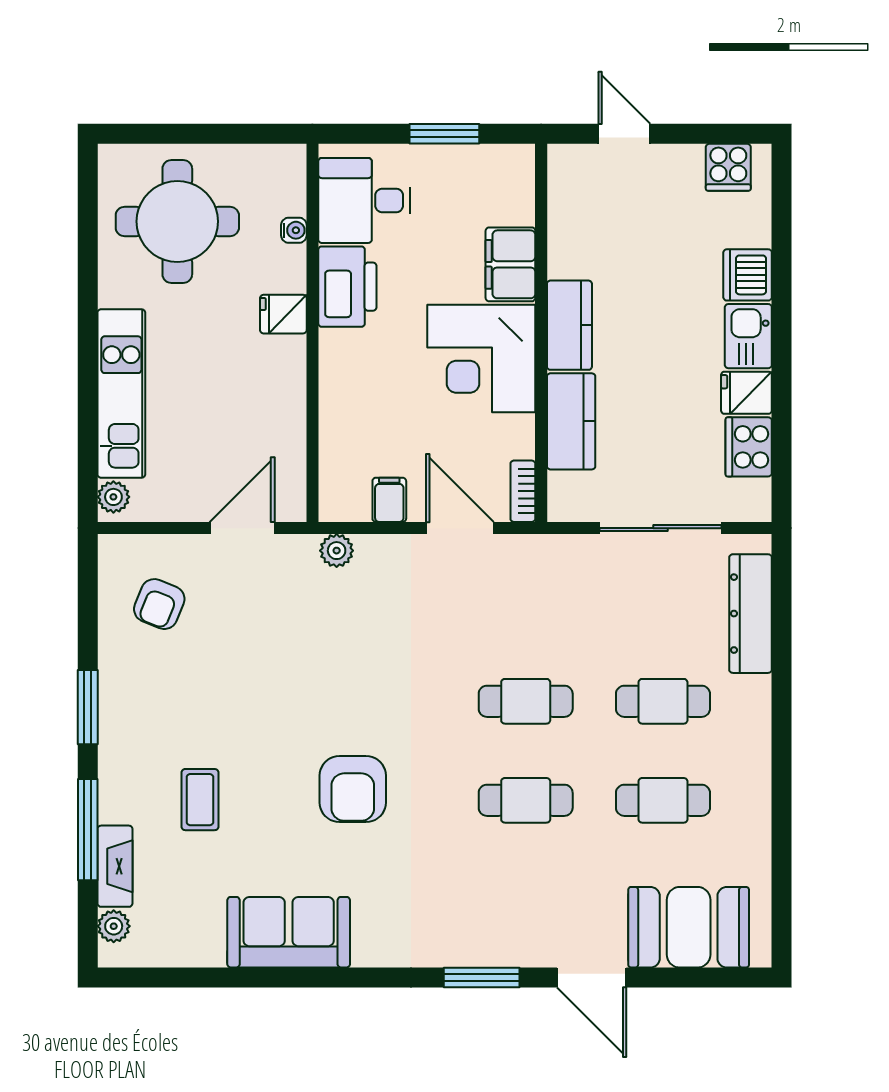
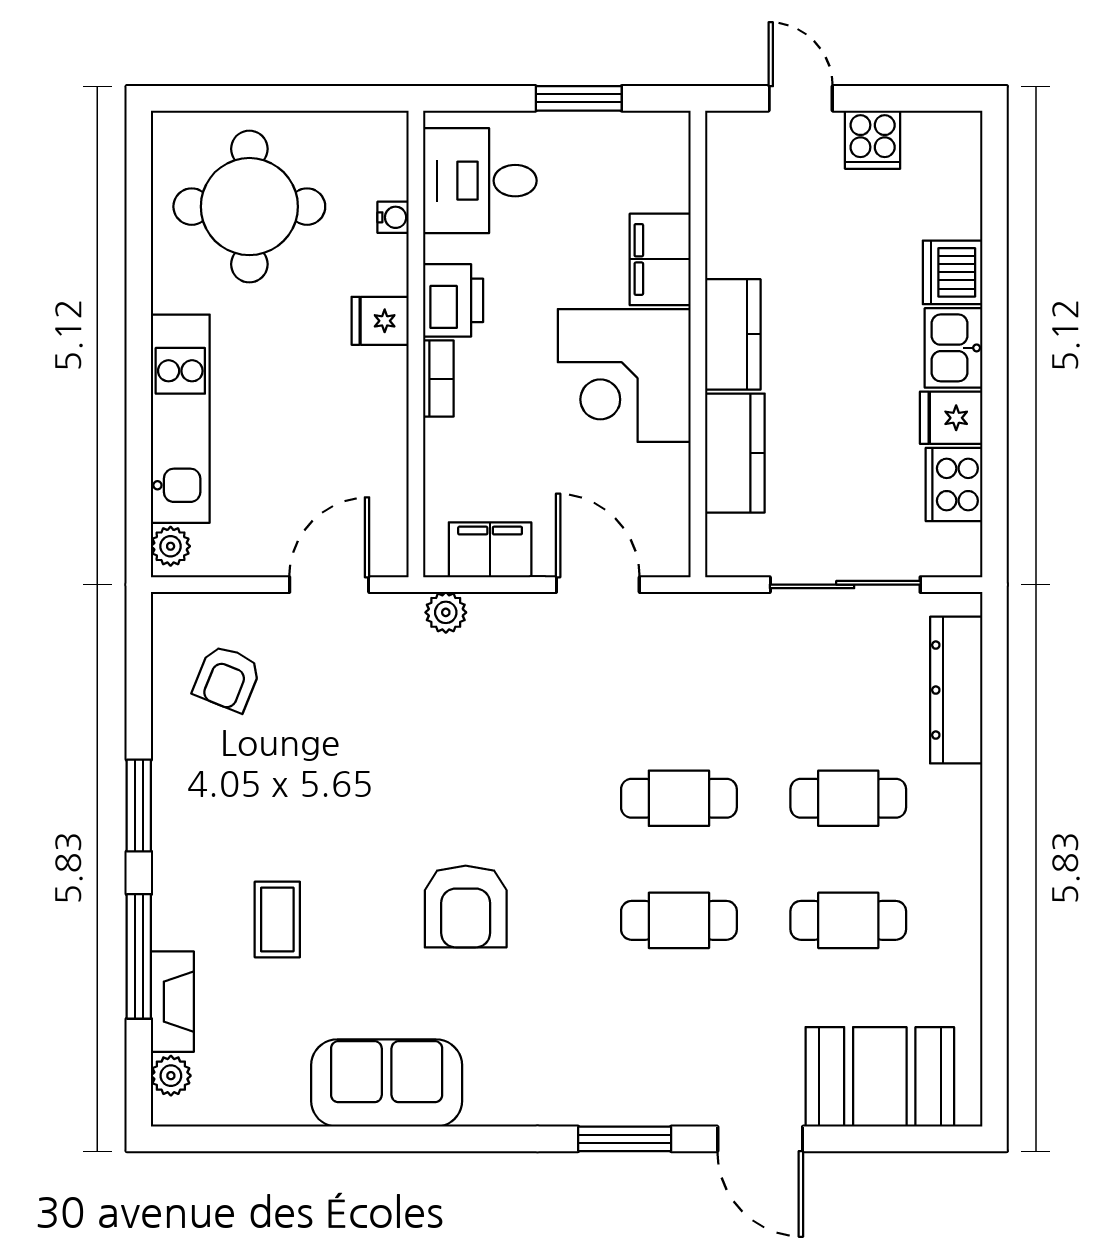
cooker: (728, 167) -> (873, 140), moved
printer: (347, 287) -> (453, 300), width x0.73, depth x0.84
bookcase: (523, 491) -> (438, 379), moved, turned 180
filing cabinet: (389, 500) -> (490, 550), width x2.00

